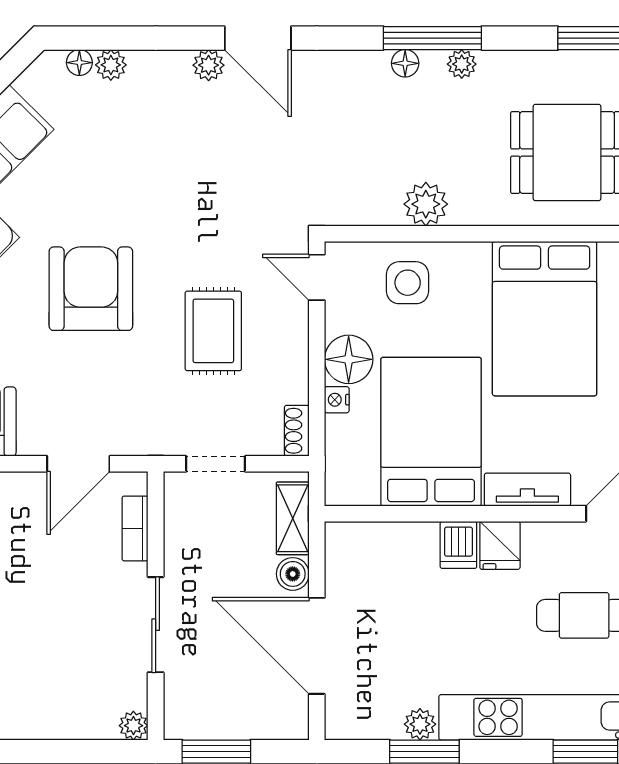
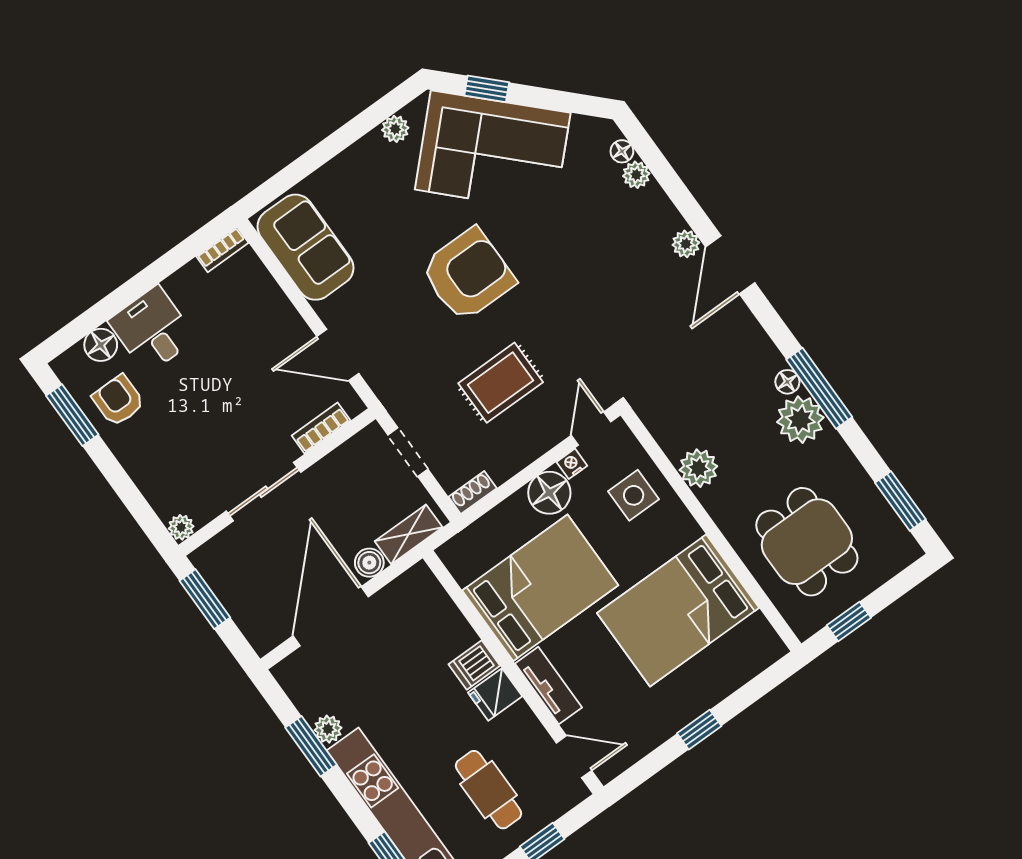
plant: (462, 64) -> (800, 420), width x1.87, depth x1.87
nightstand: (337, 400) -> (572, 464), moved

